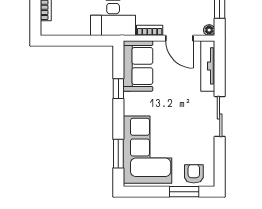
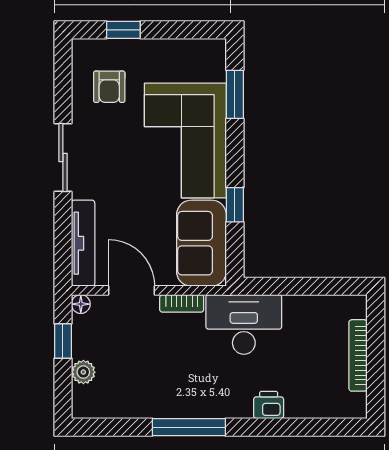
corner sofa: (147, 150) -> (185, 140), moved
armchair: (194, 174) -> (109, 87), moved
window: (184, 192) -> (123, 30), width x0.67

